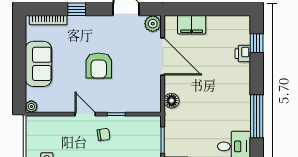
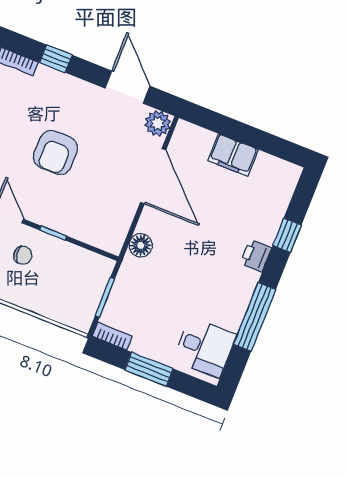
filing cabinet: (192, 25) -> (233, 155), moved
window: (257, 43) -> (287, 235), moved
printer: (243, 54) -> (256, 256), moved

